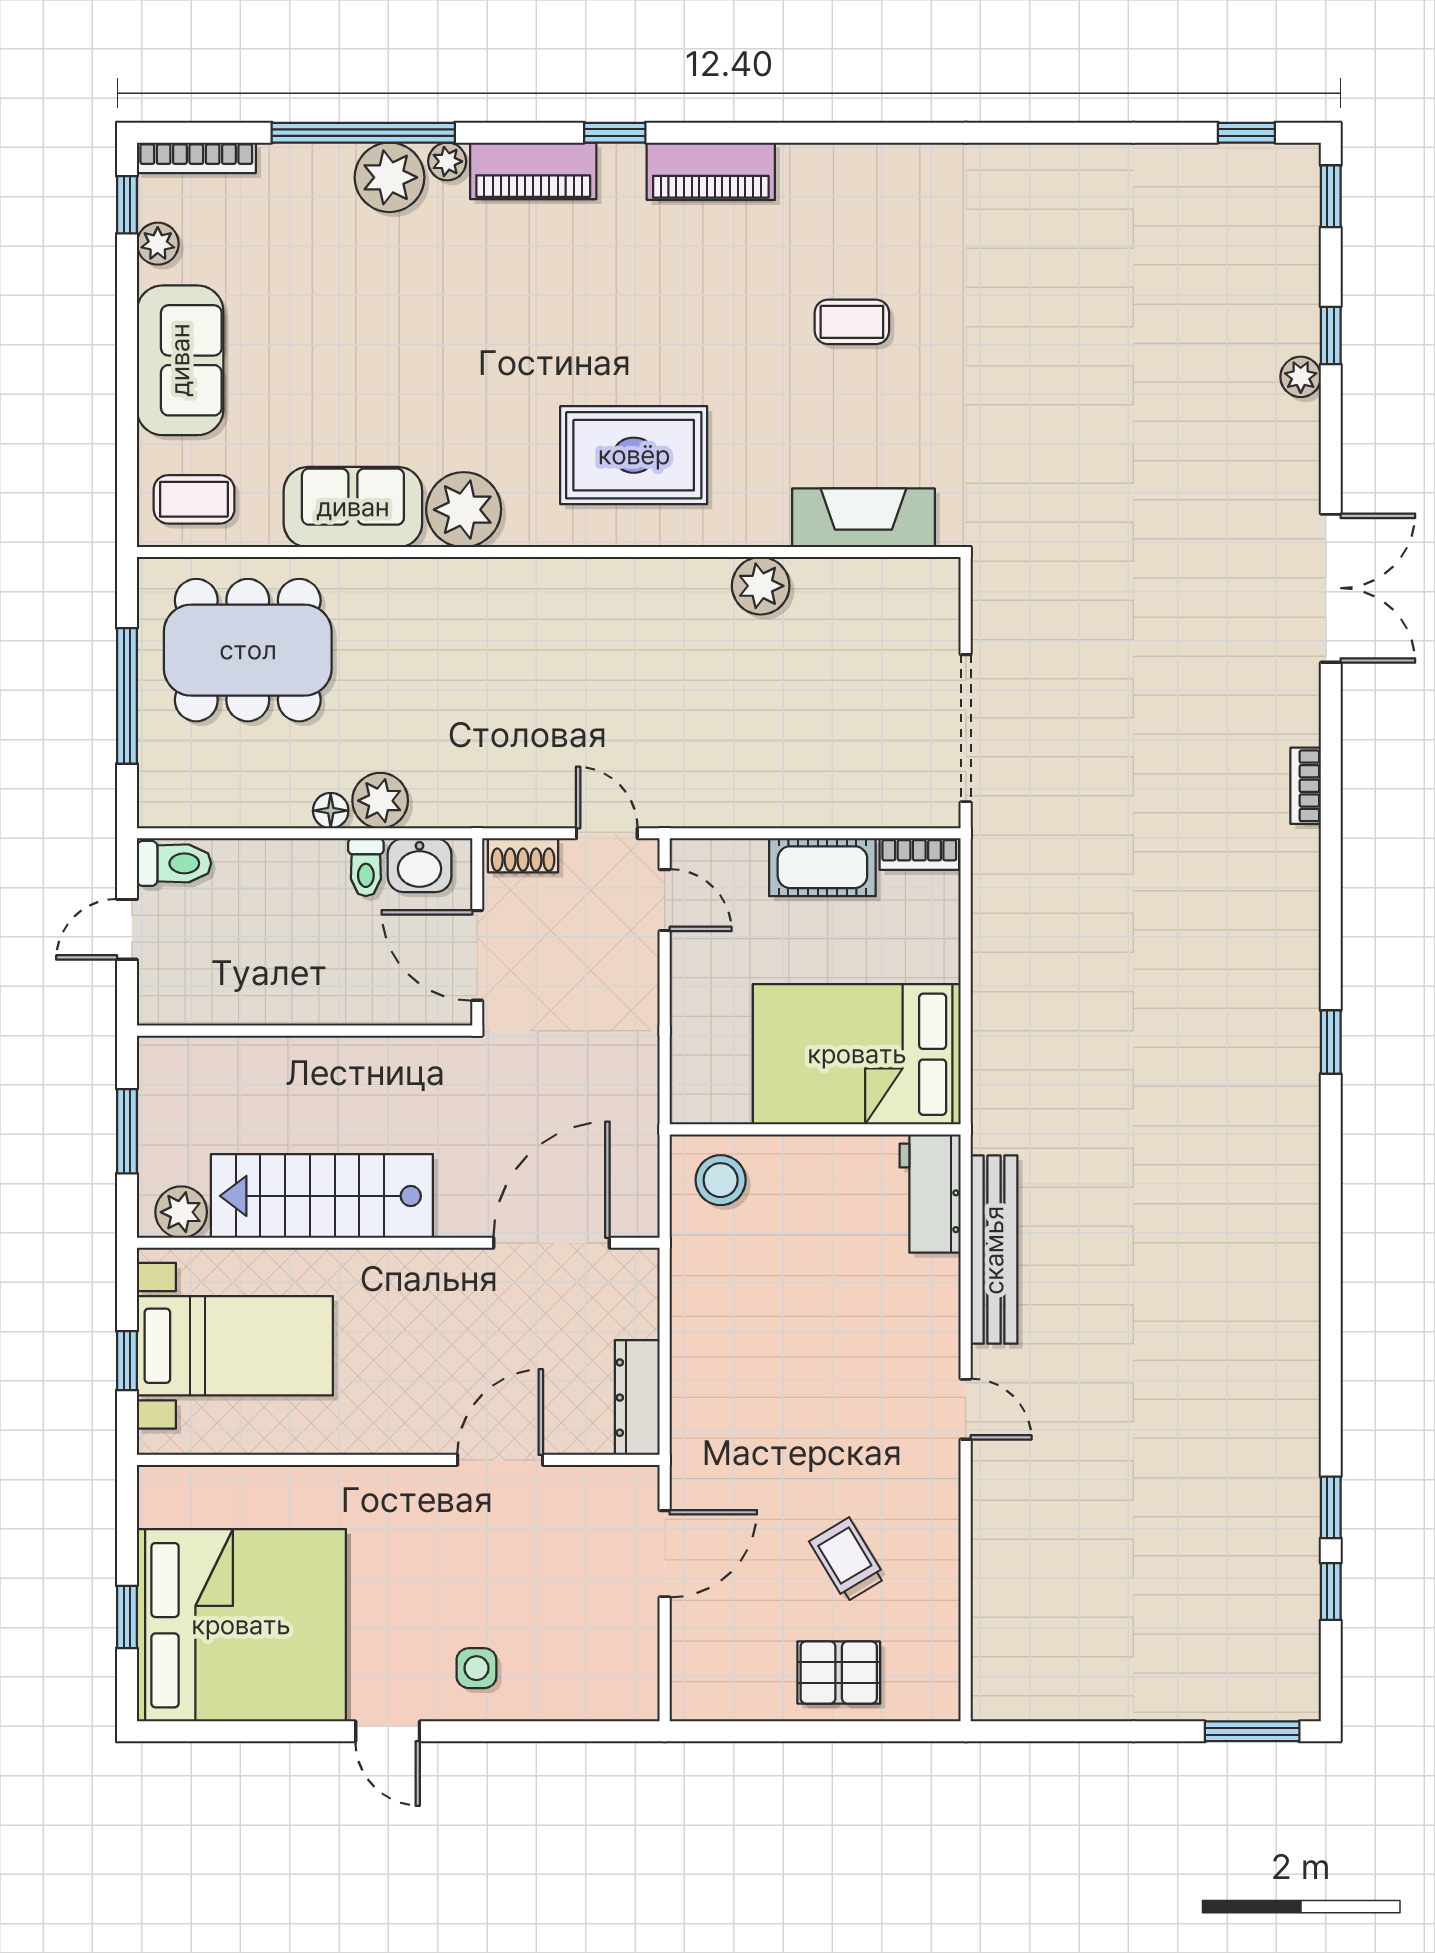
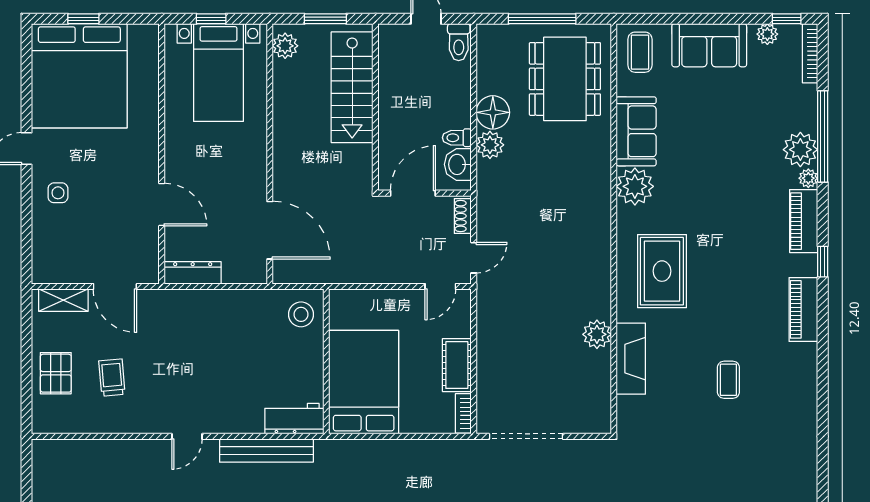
fireplace: (863, 518) -> (631, 359), moved
floor lamp: (331, 811) -> (493, 112), width x1.89, depth x1.89
stairs: (322, 1196) -> (352, 87), moved, turned 180
trolley: (847, 1560) -> (112, 378), turned -64
shelving: (692, 1657) -> (63, 300), added

